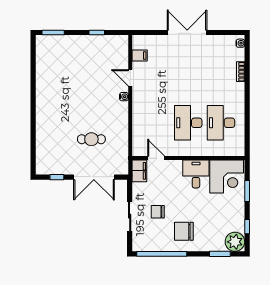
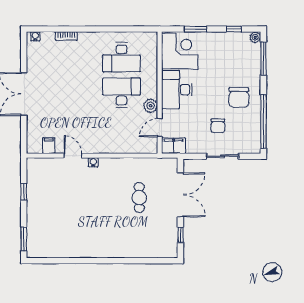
door: (130, 78) -> (73, 156), swing flipped
desk: (188, 123) -> (121, 93), turned 180
plant: (176, 150) -> (151, 106), added
desk: (196, 174) -> (177, 90), width x1.37
plant: (235, 242) -> (255, 37), width x0.53, depth x0.53
window: (220, 254) -> (263, 58), width x1.44

